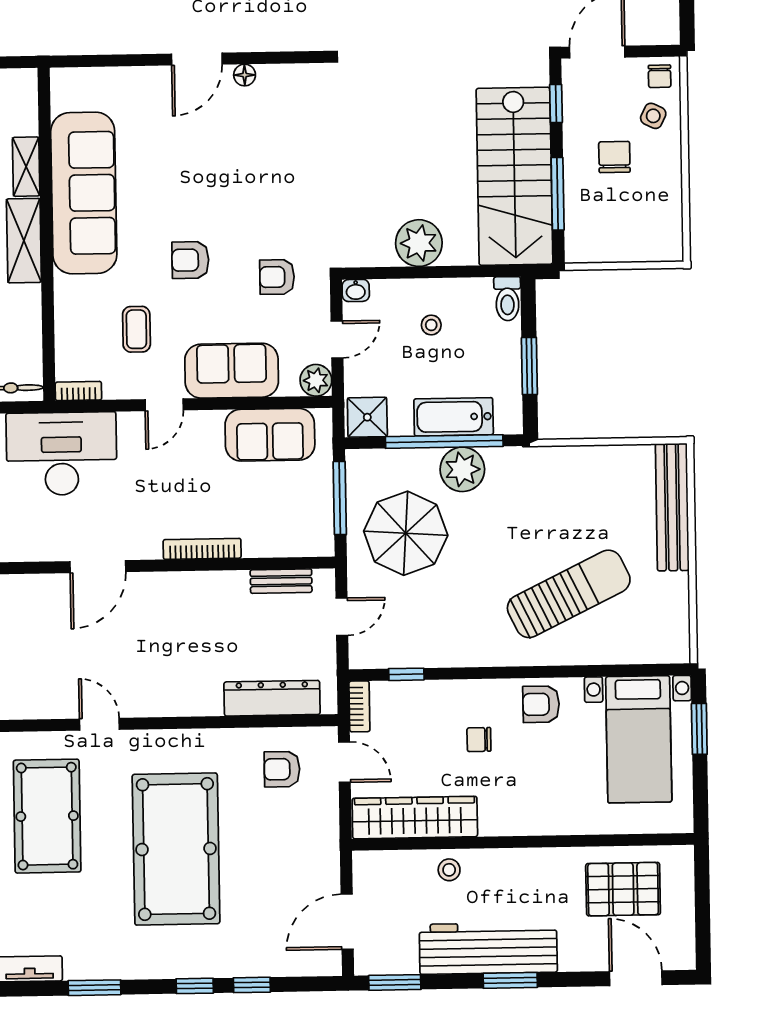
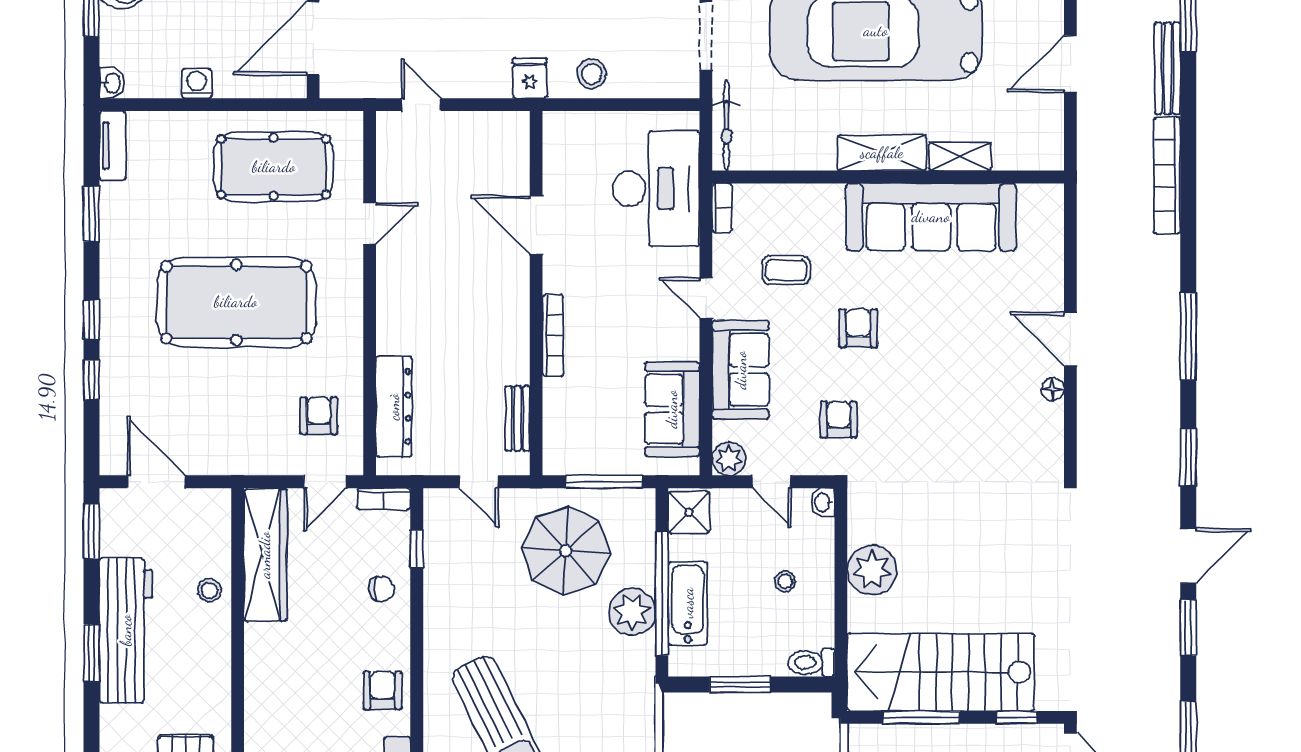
chair: (479, 740) -> (382, 589), moved, turned 90

